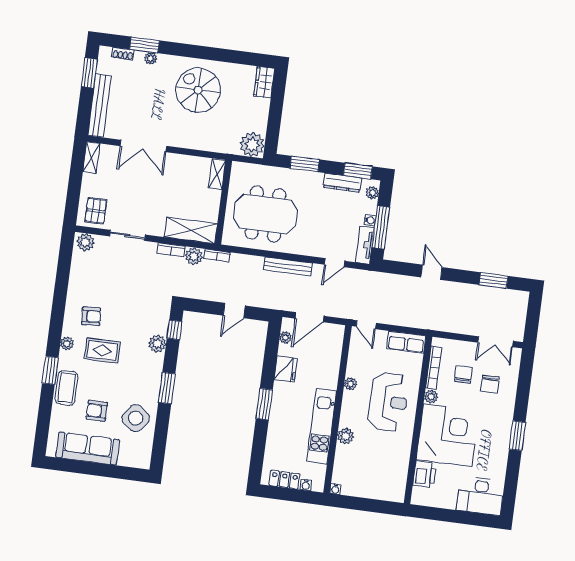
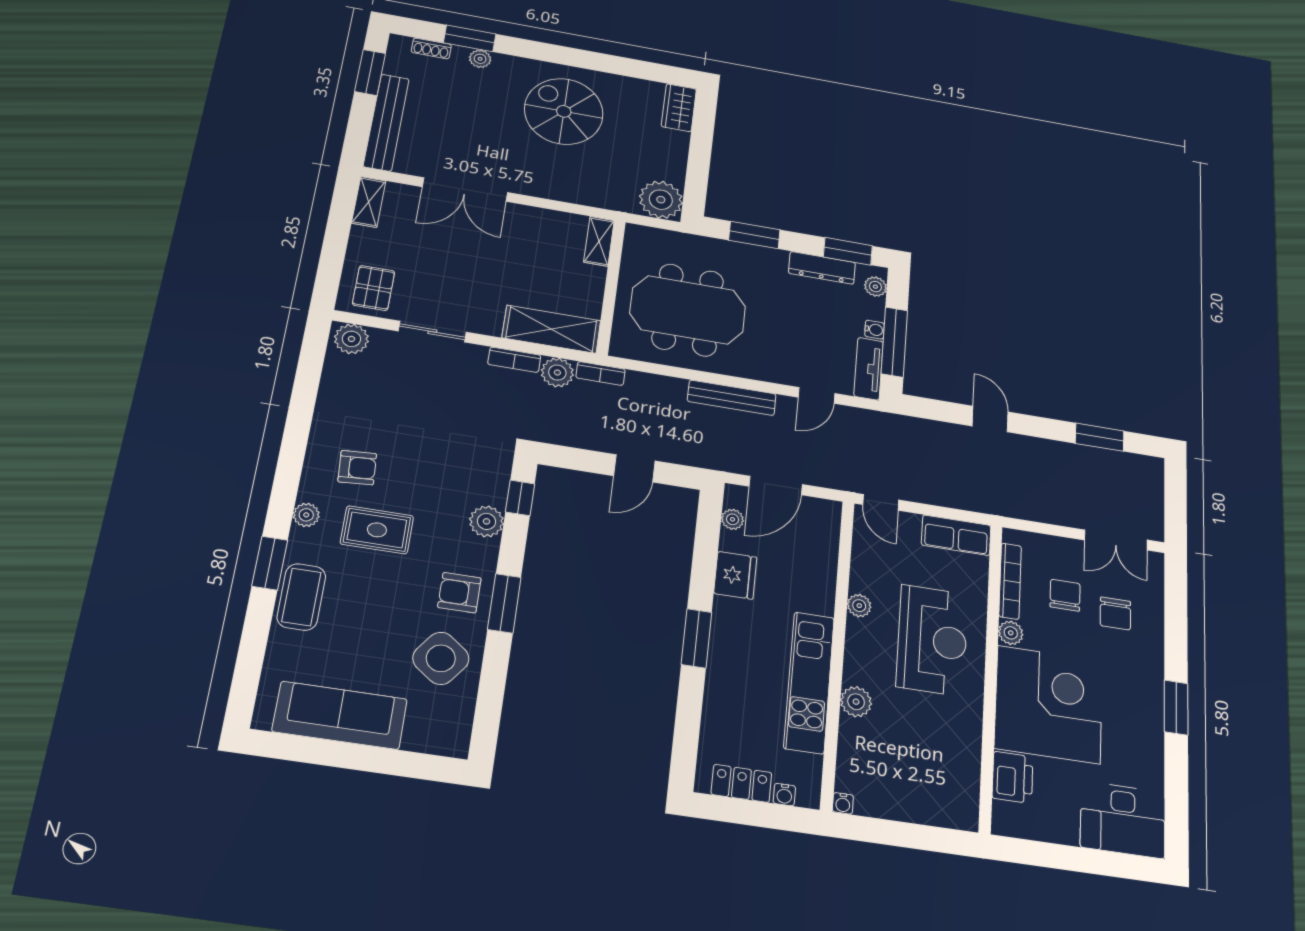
armchair: (97, 411) -> (459, 593), moved

